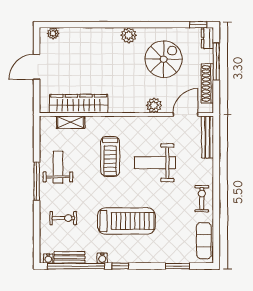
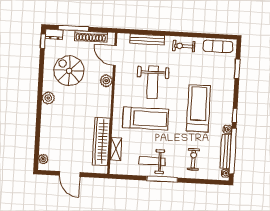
bench: (208, 137) -> (147, 39), moved
treadmill: (110, 156) -> (146, 118), width x1.37, depth x1.38
bench: (69, 257) -> (226, 151), width x1.36

